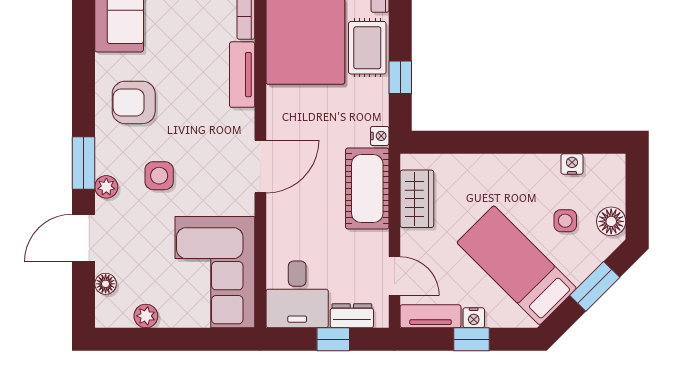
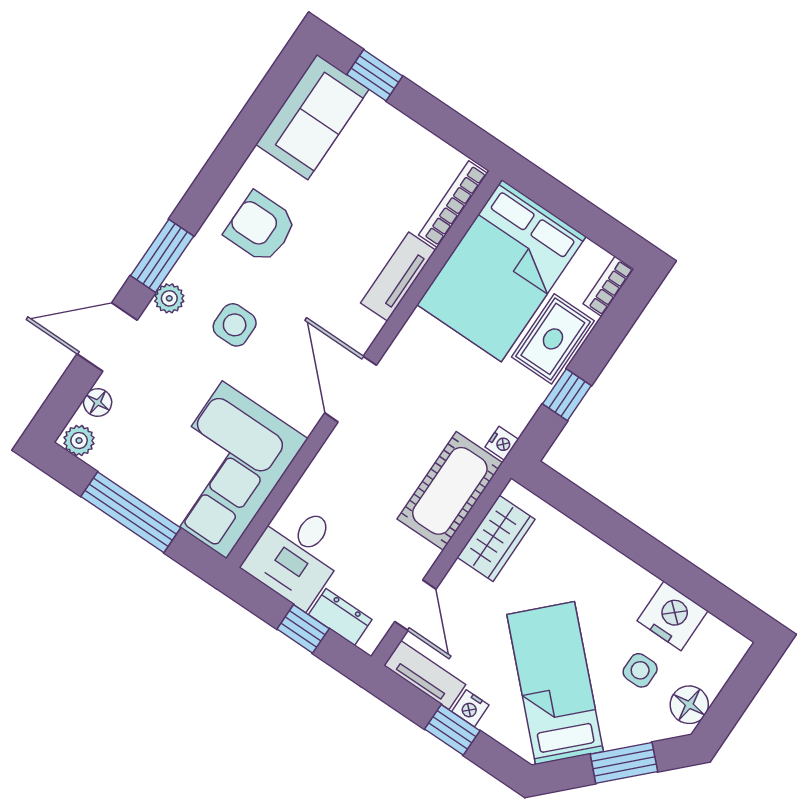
nightstand: (572, 164) -> (672, 616), width x1.89, depth x1.79
door: (260, 166) -> (351, 389), swing flipped
plant: (146, 316) -> (79, 441), moved
window: (174, 339) -> (131, 512), added

